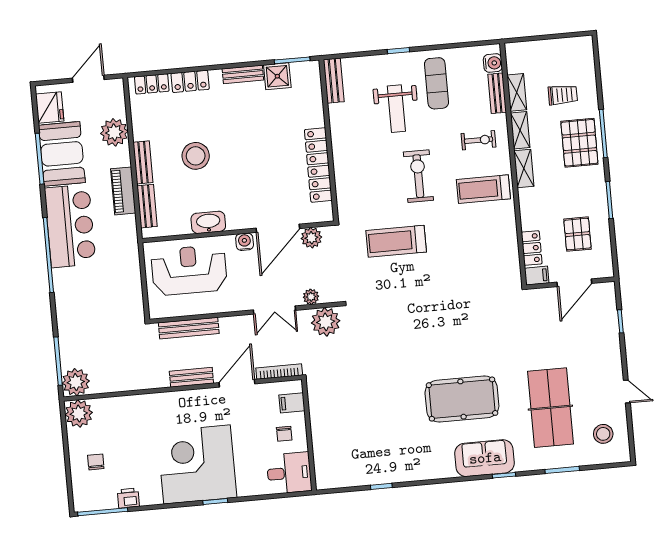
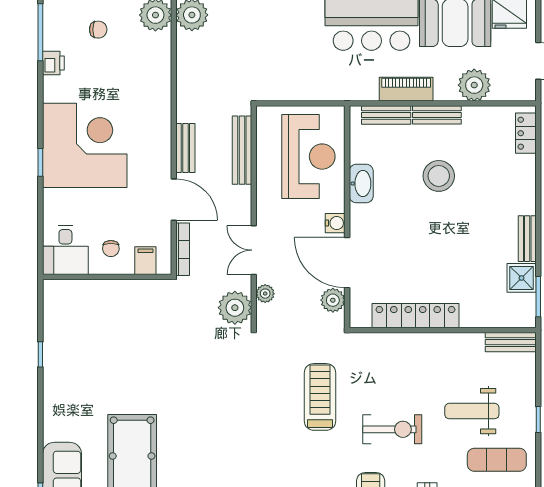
locker: (190, 81) -> (525, 177), removed
chair: (284, 434) -> (111, 249), turned -90

